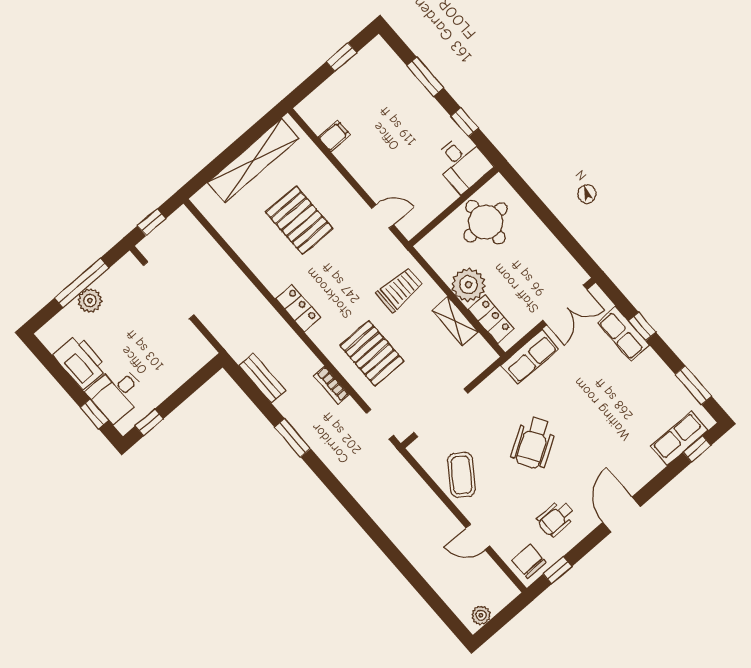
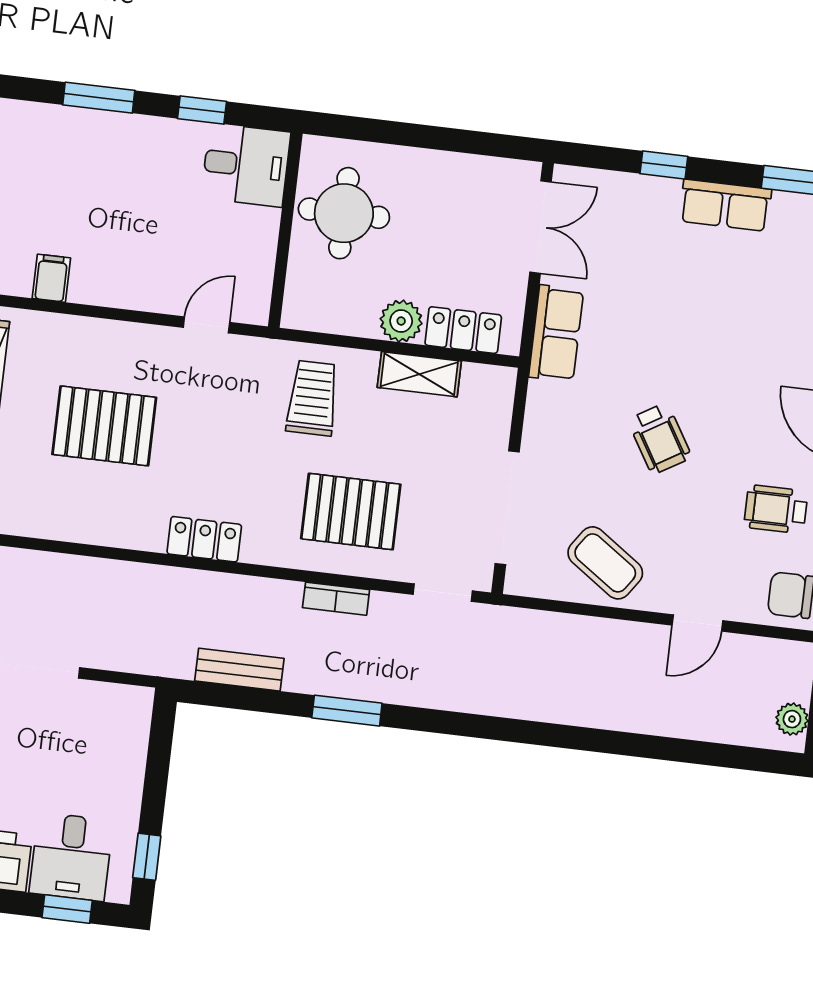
plant: (469, 285) -> (401, 321), width x0.73, depth x0.73
row of seats: (623, 334) -> (725, 205), moved
wheelchair: (534, 443) -> (660, 439), width x0.73, depth x0.73
wheelchair: (556, 518) -> (776, 509), turned 90

